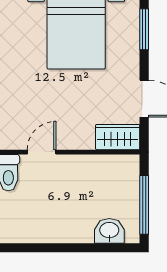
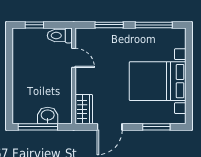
washbasin: (109, 231) -> (48, 116), moved, turned -90

